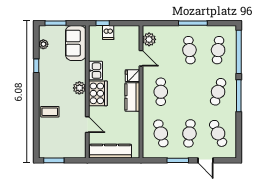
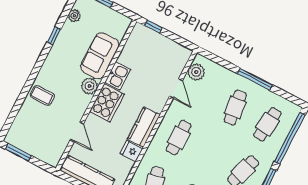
dishwasher: (108, 33) -> (154, 40), removed
sofa: (76, 43) -> (100, 56), moved
fridge: (132, 76) -> (131, 151), moved

